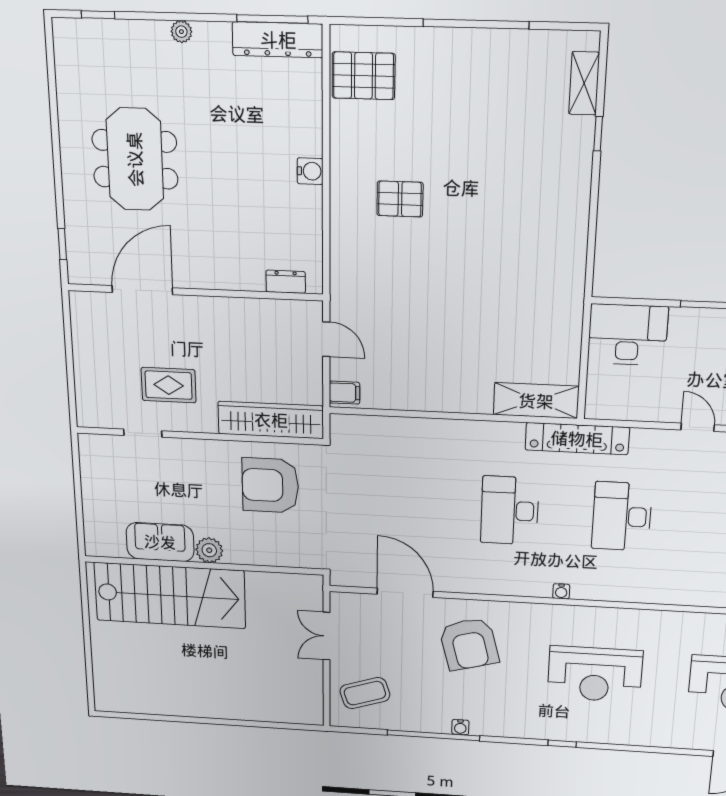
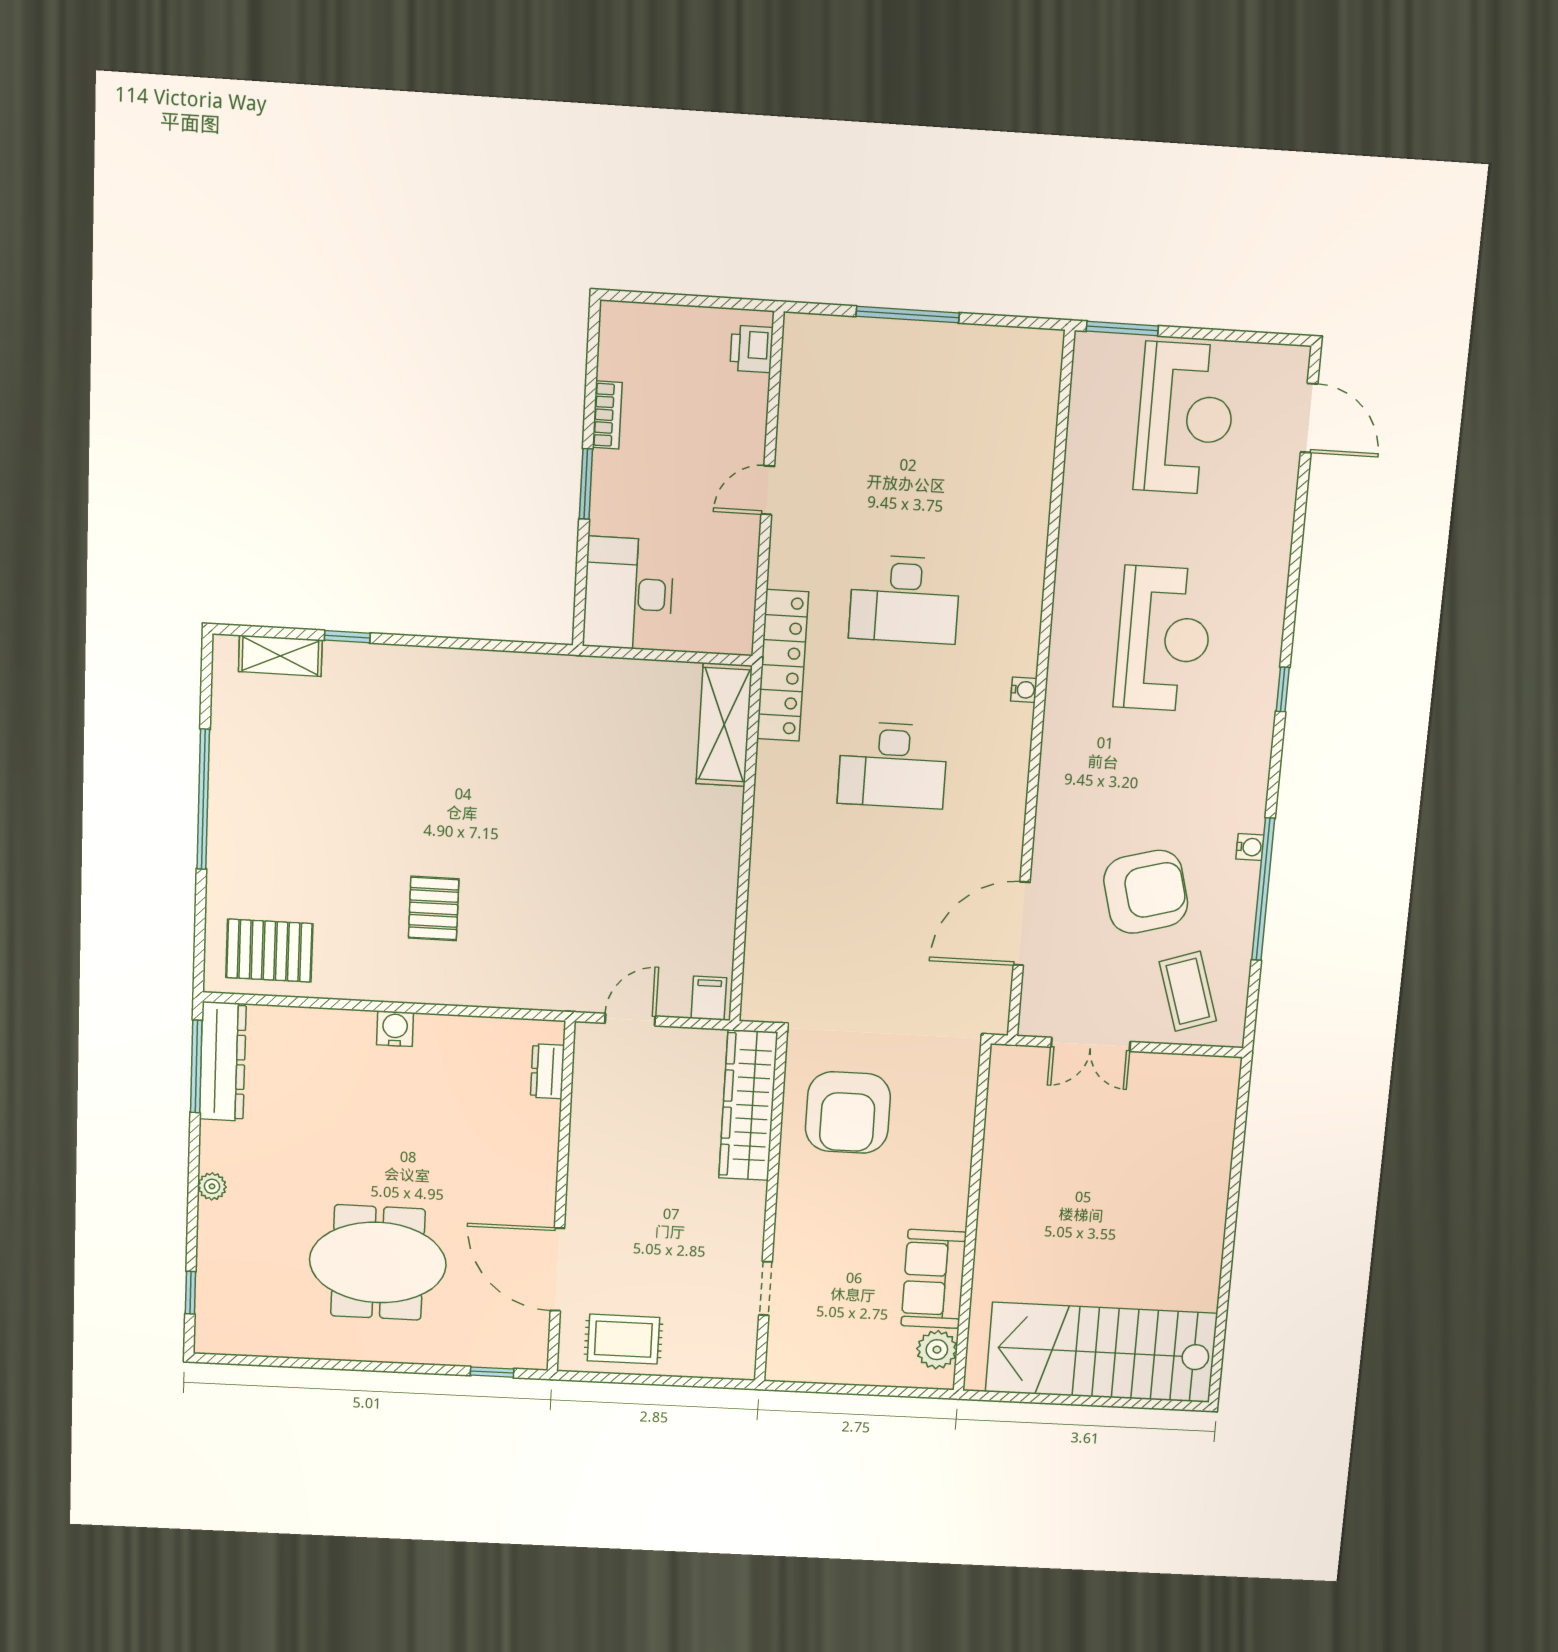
pallet: (363, 76) -> (269, 951), turned 90
rug: (169, 385) -> (623, 1339), moved, turned 90
plant: (209, 550) -> (937, 1350), moved
stairs: (170, 595) -> (1101, 1352), moved, turned -90
armchair: (469, 644) -> (1146, 892), moved

